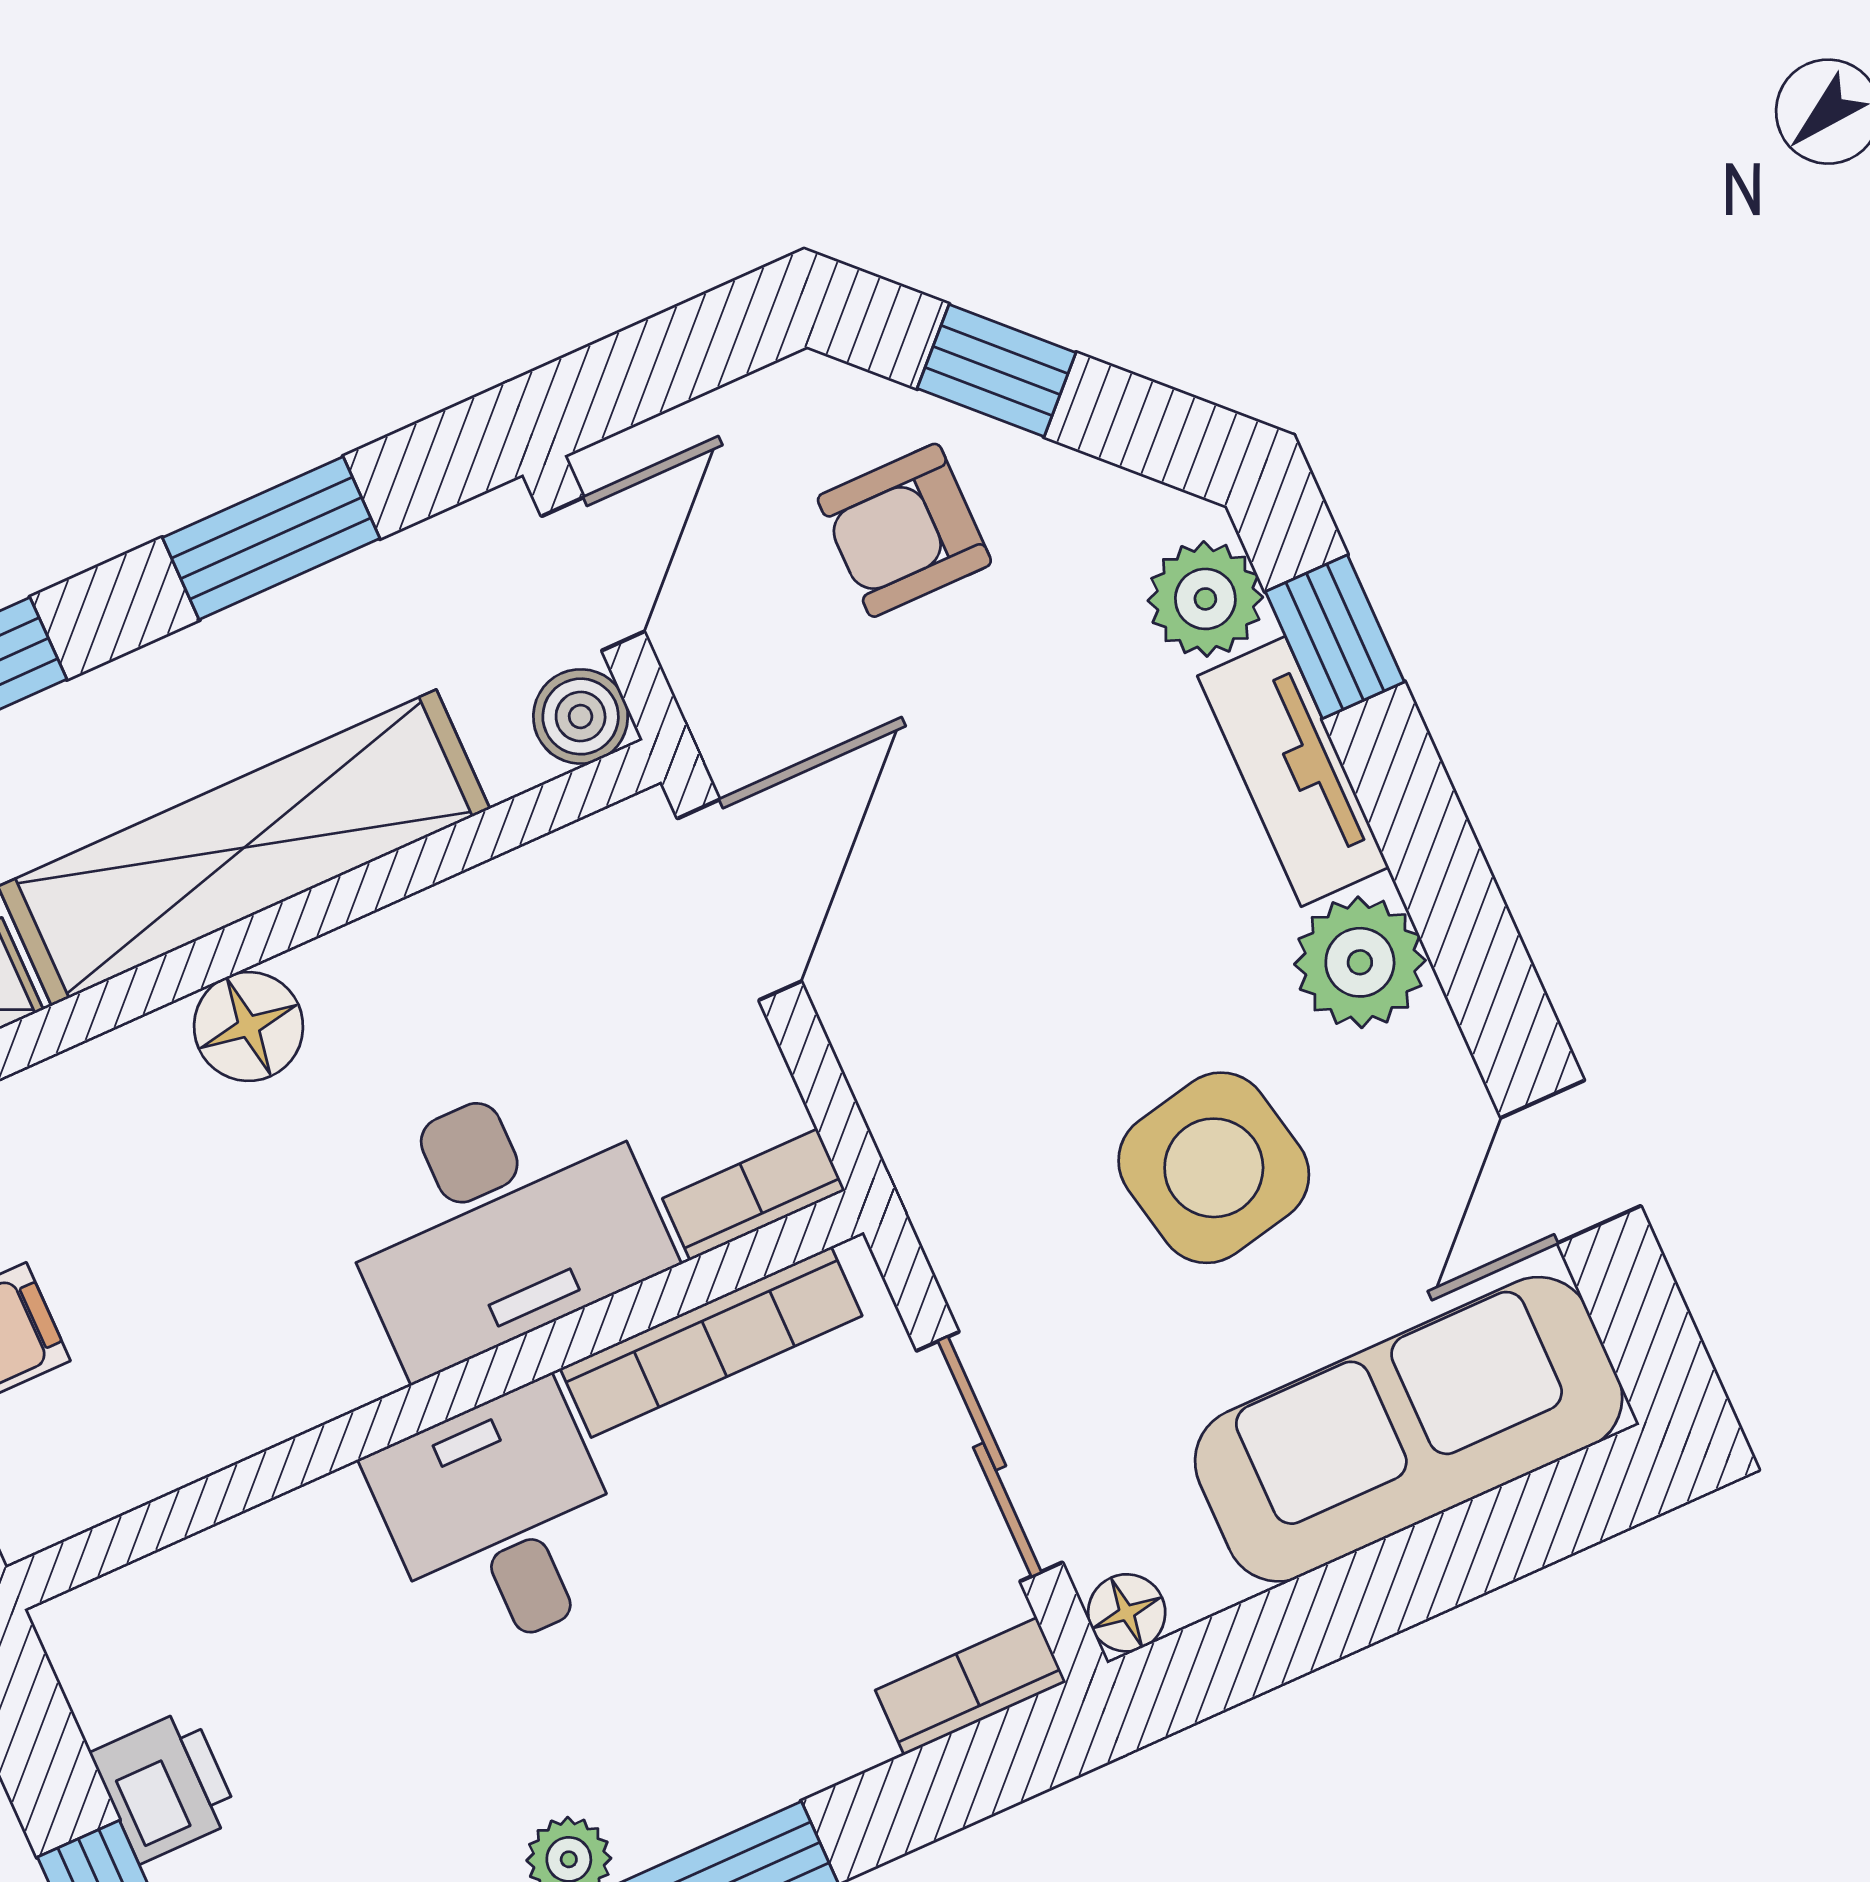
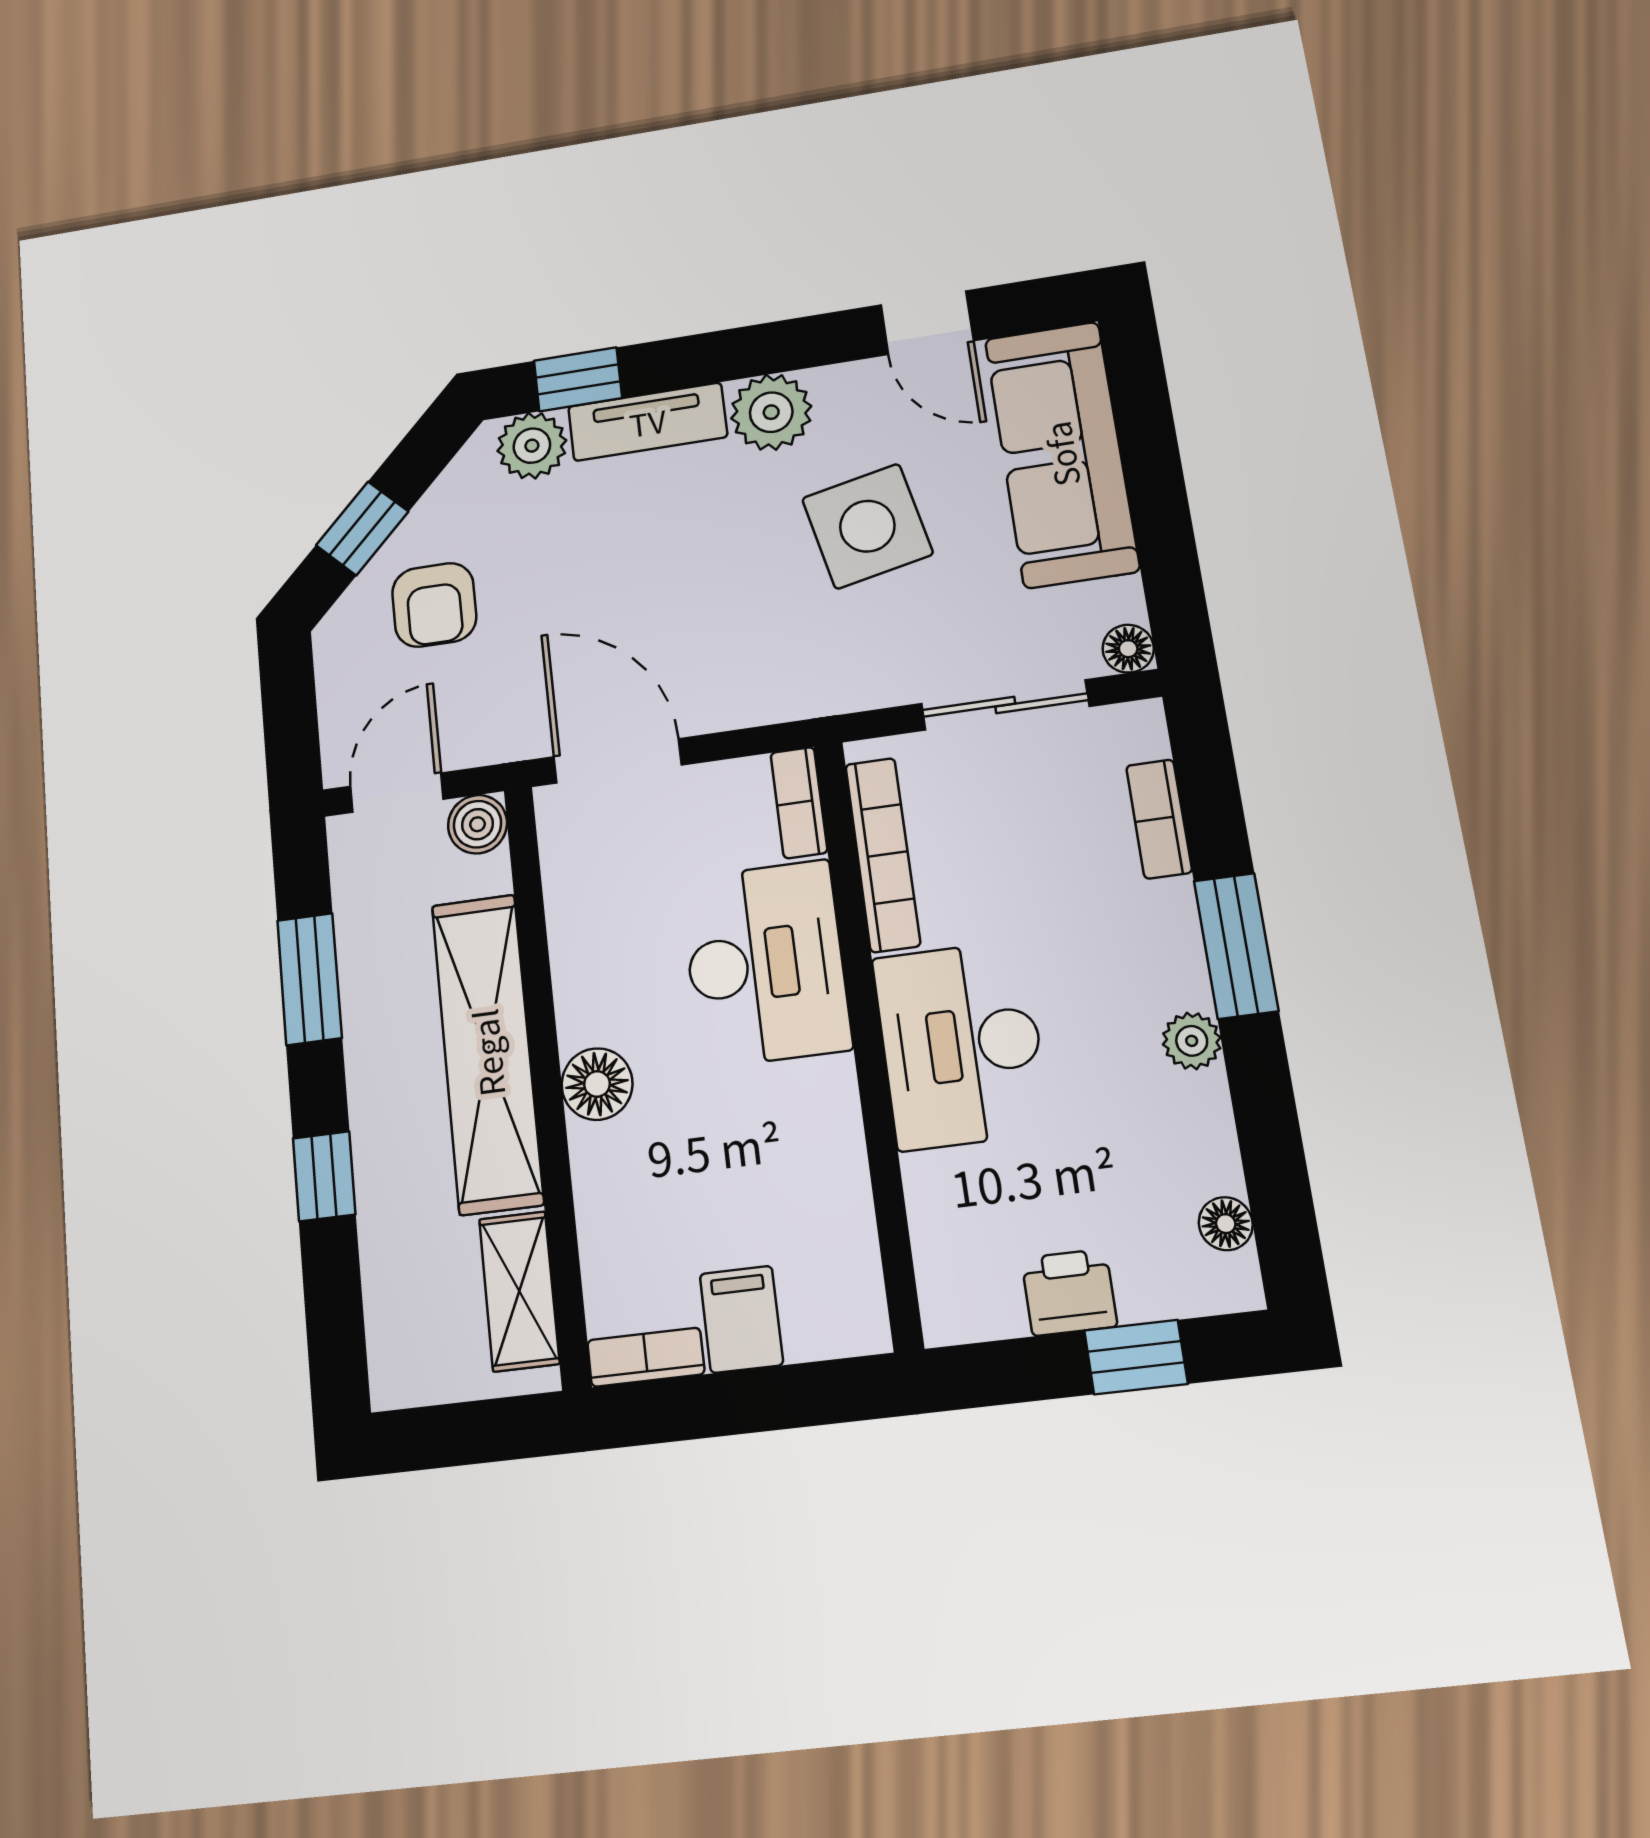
door: (593, 574) -> (397, 793), hinge flipped
desk: (502, 1521) -> (961, 1045), width x1.37
bookcase: (971, 1686) -> (1159, 819), moved

